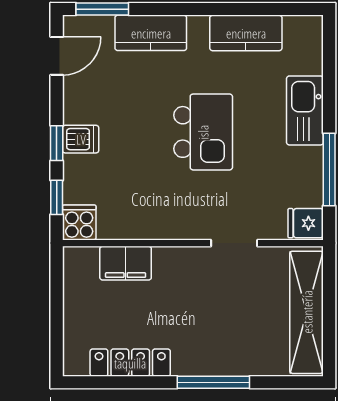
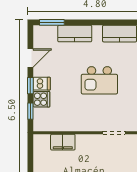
door: (57, 56) -> (30, 58), moved
kitchen island: (203, 132) -> (99, 80), turned 90
cooker: (79, 223) -> (41, 99), moved, turned 90

